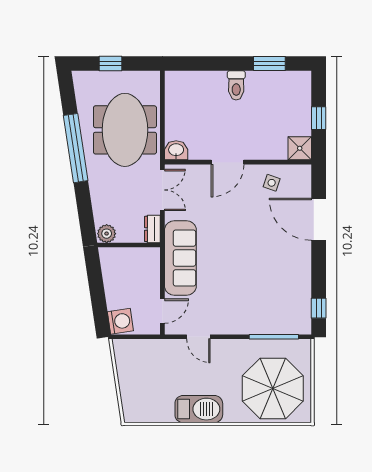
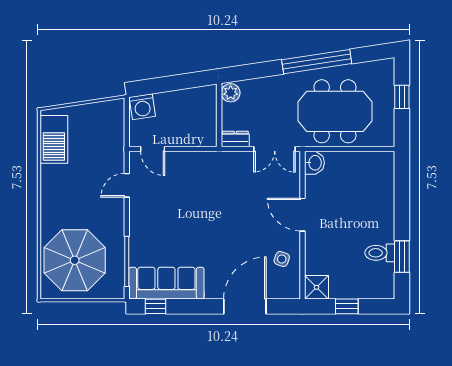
toilet: (236, 85) -> (380, 253), moved
sofa: (180, 258) -> (166, 283), moved, turned 180
barbecue: (199, 409) -> (54, 139), moved

